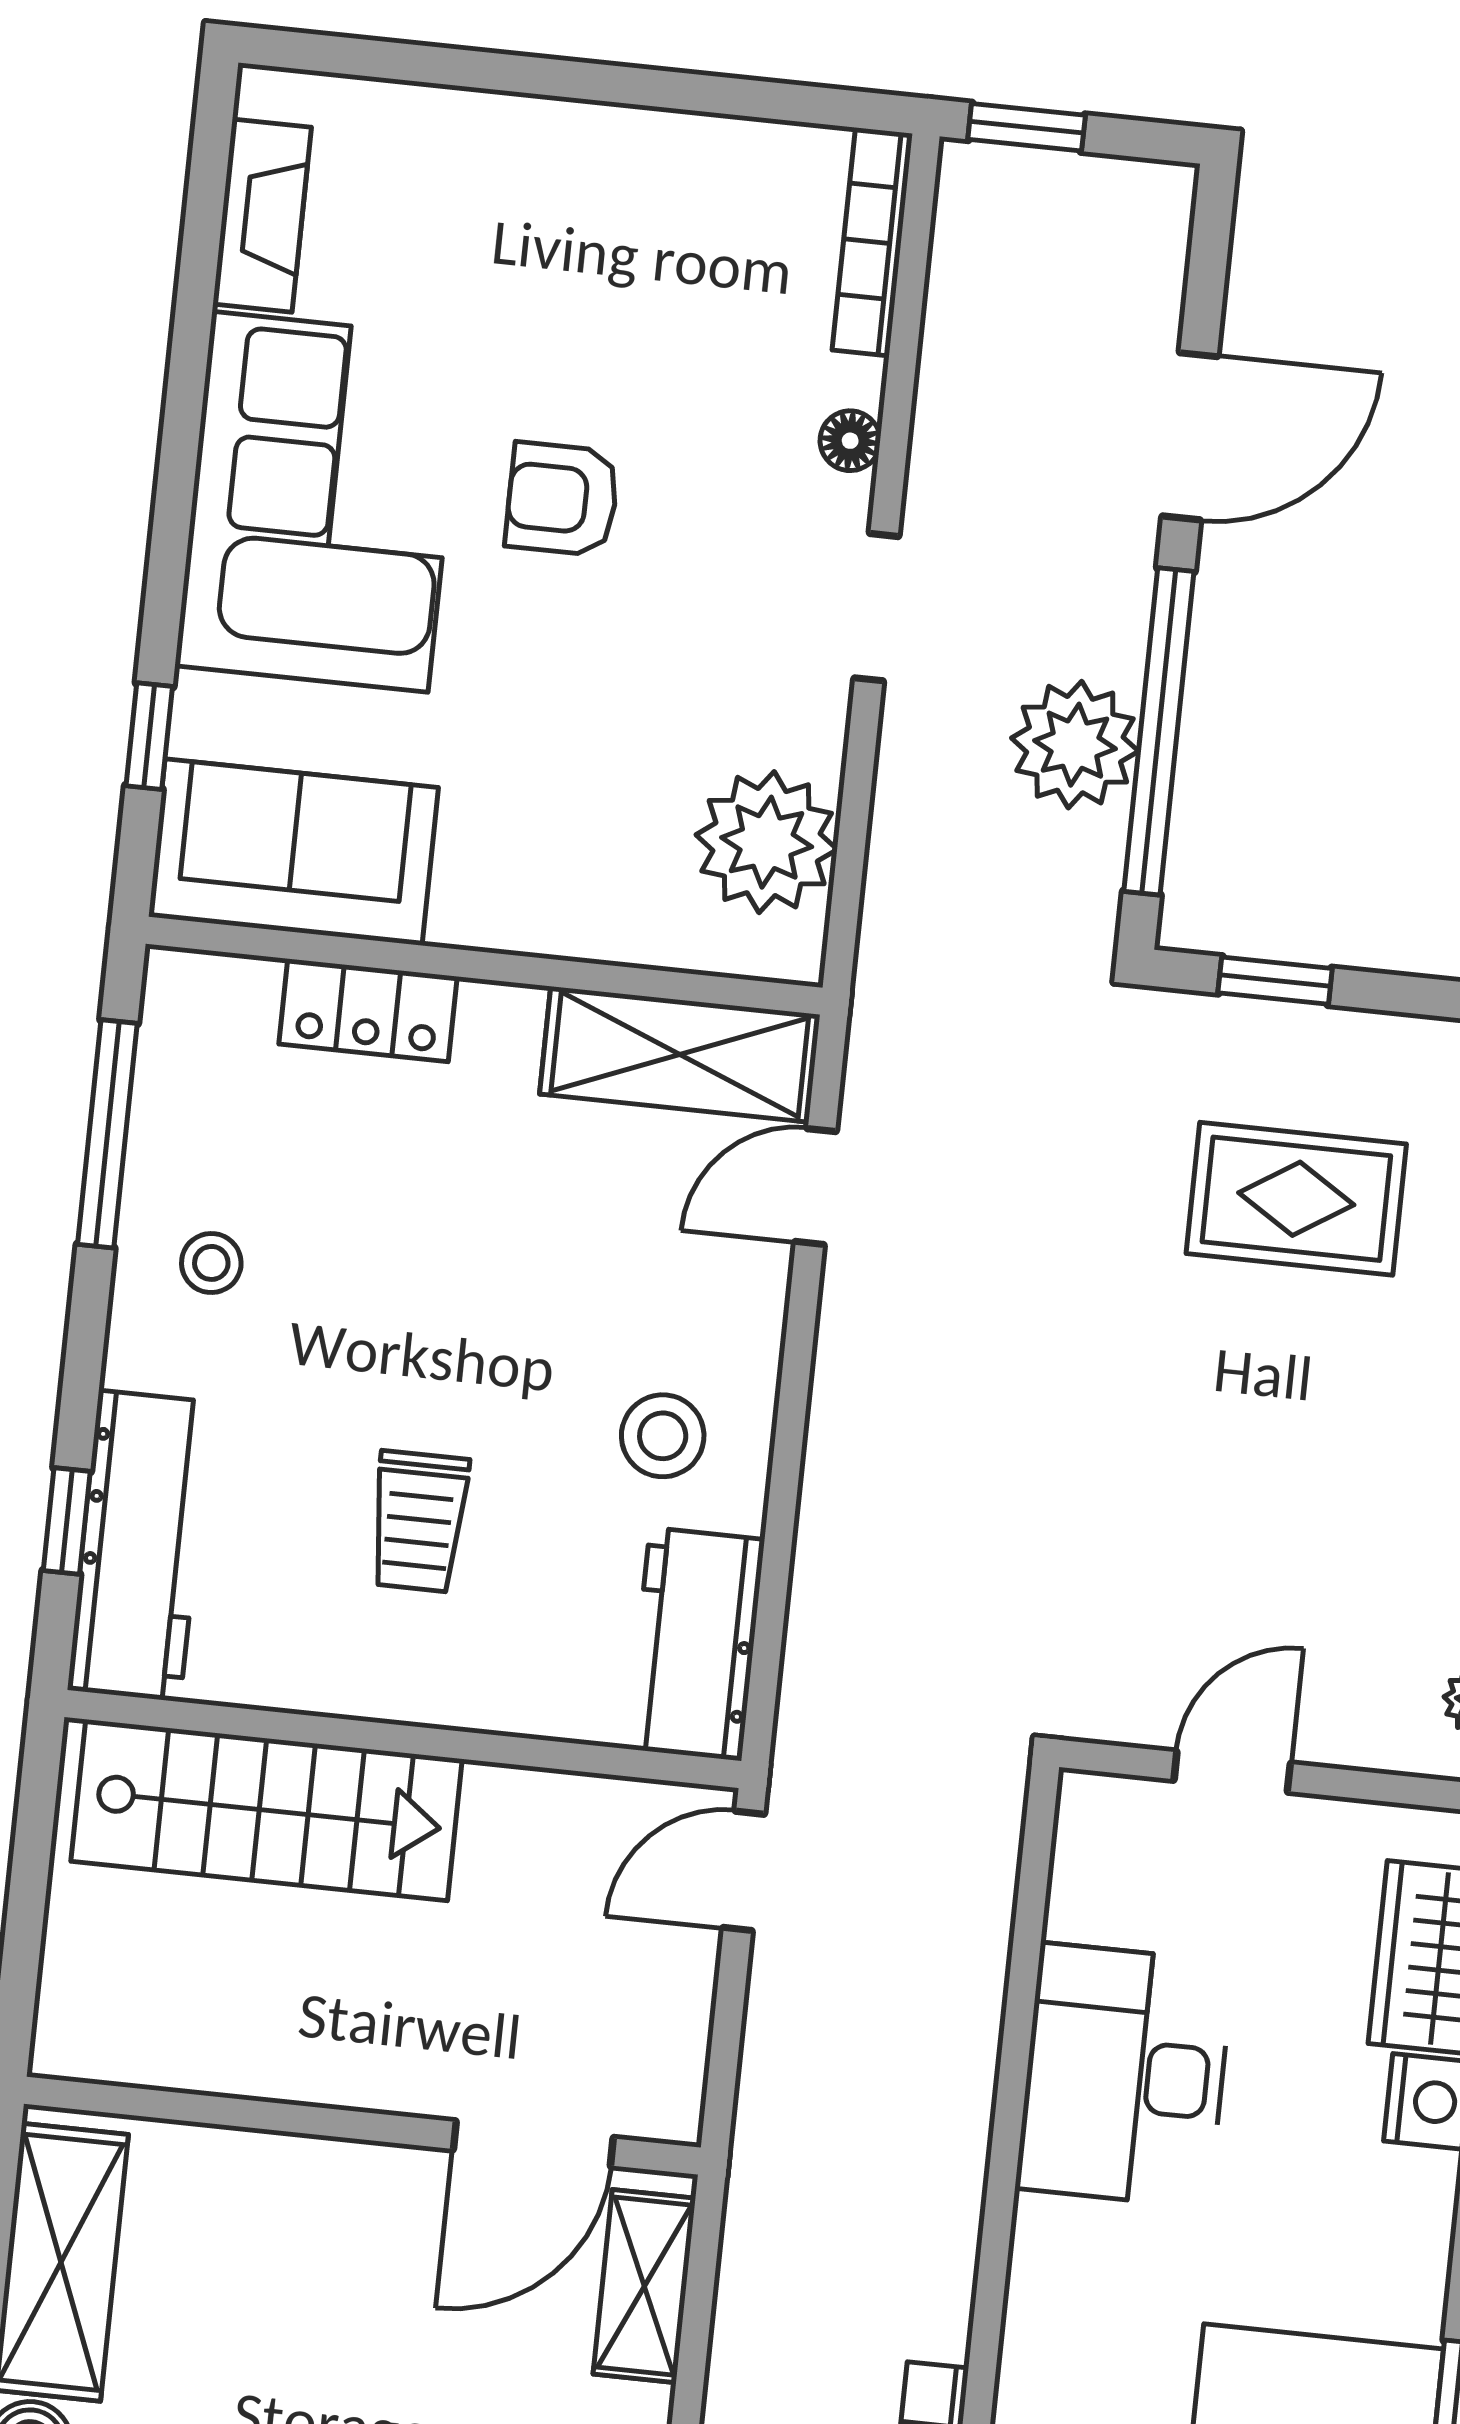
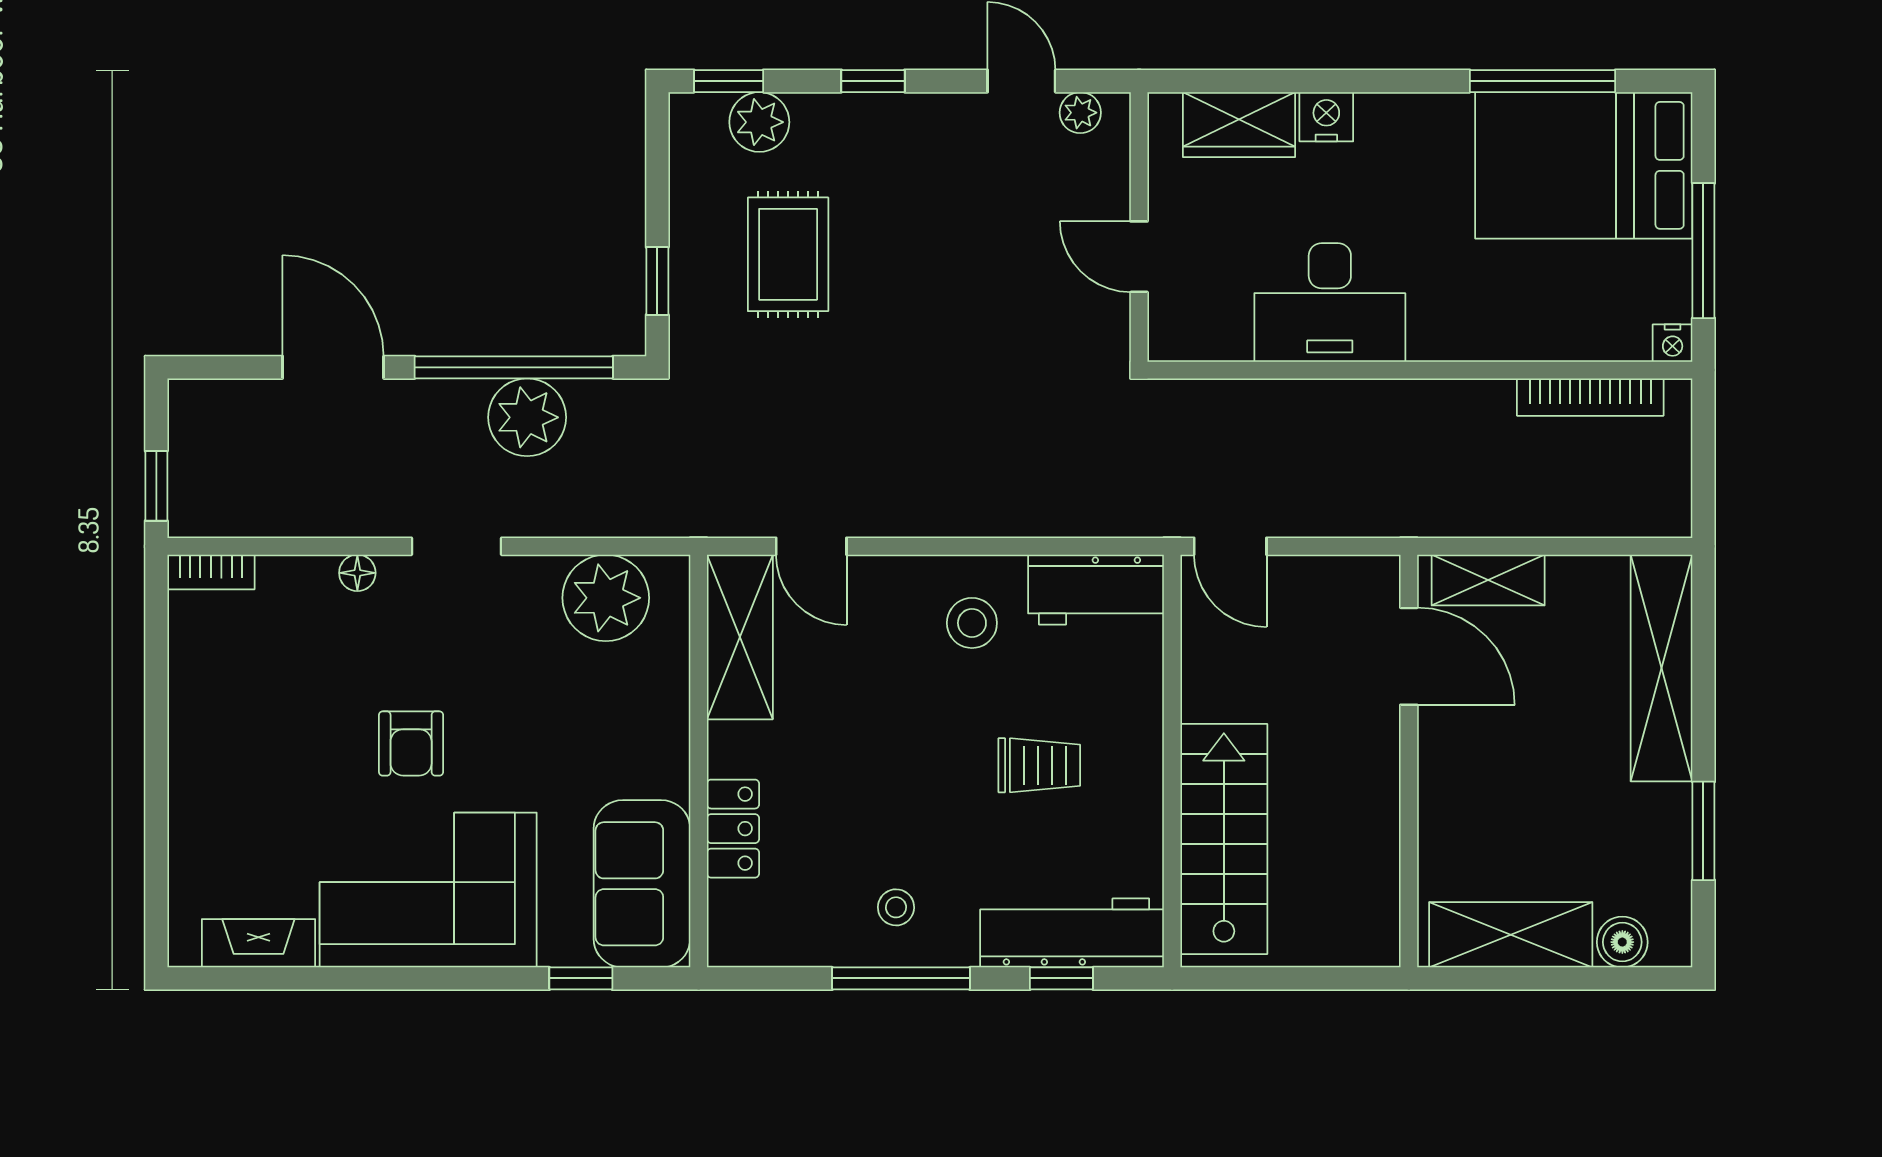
bookcase: (872, 242) -> (211, 572), width x0.64
window: (107, 1134) -> (901, 978), moved

